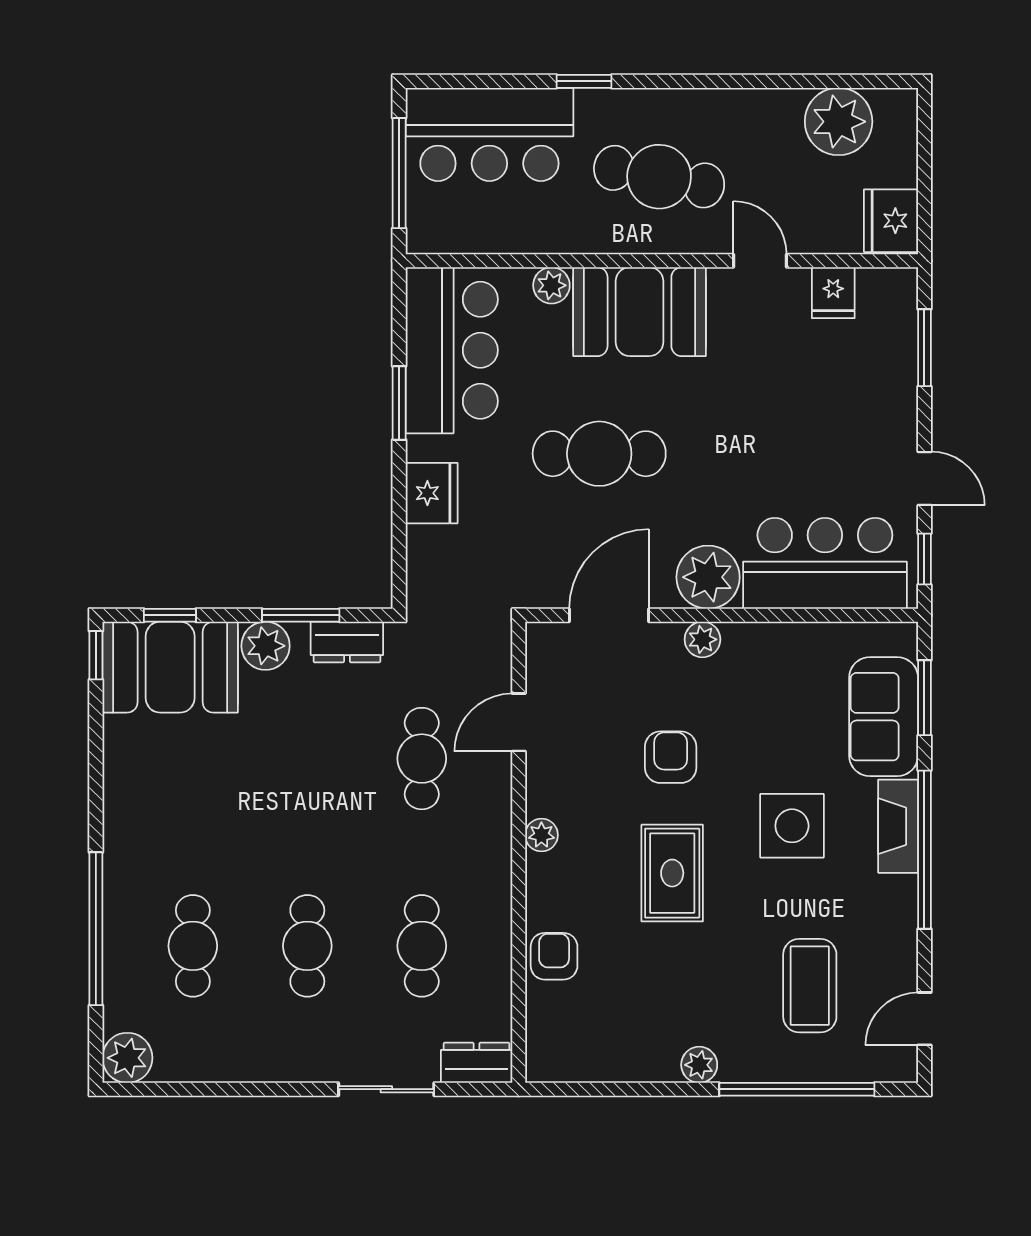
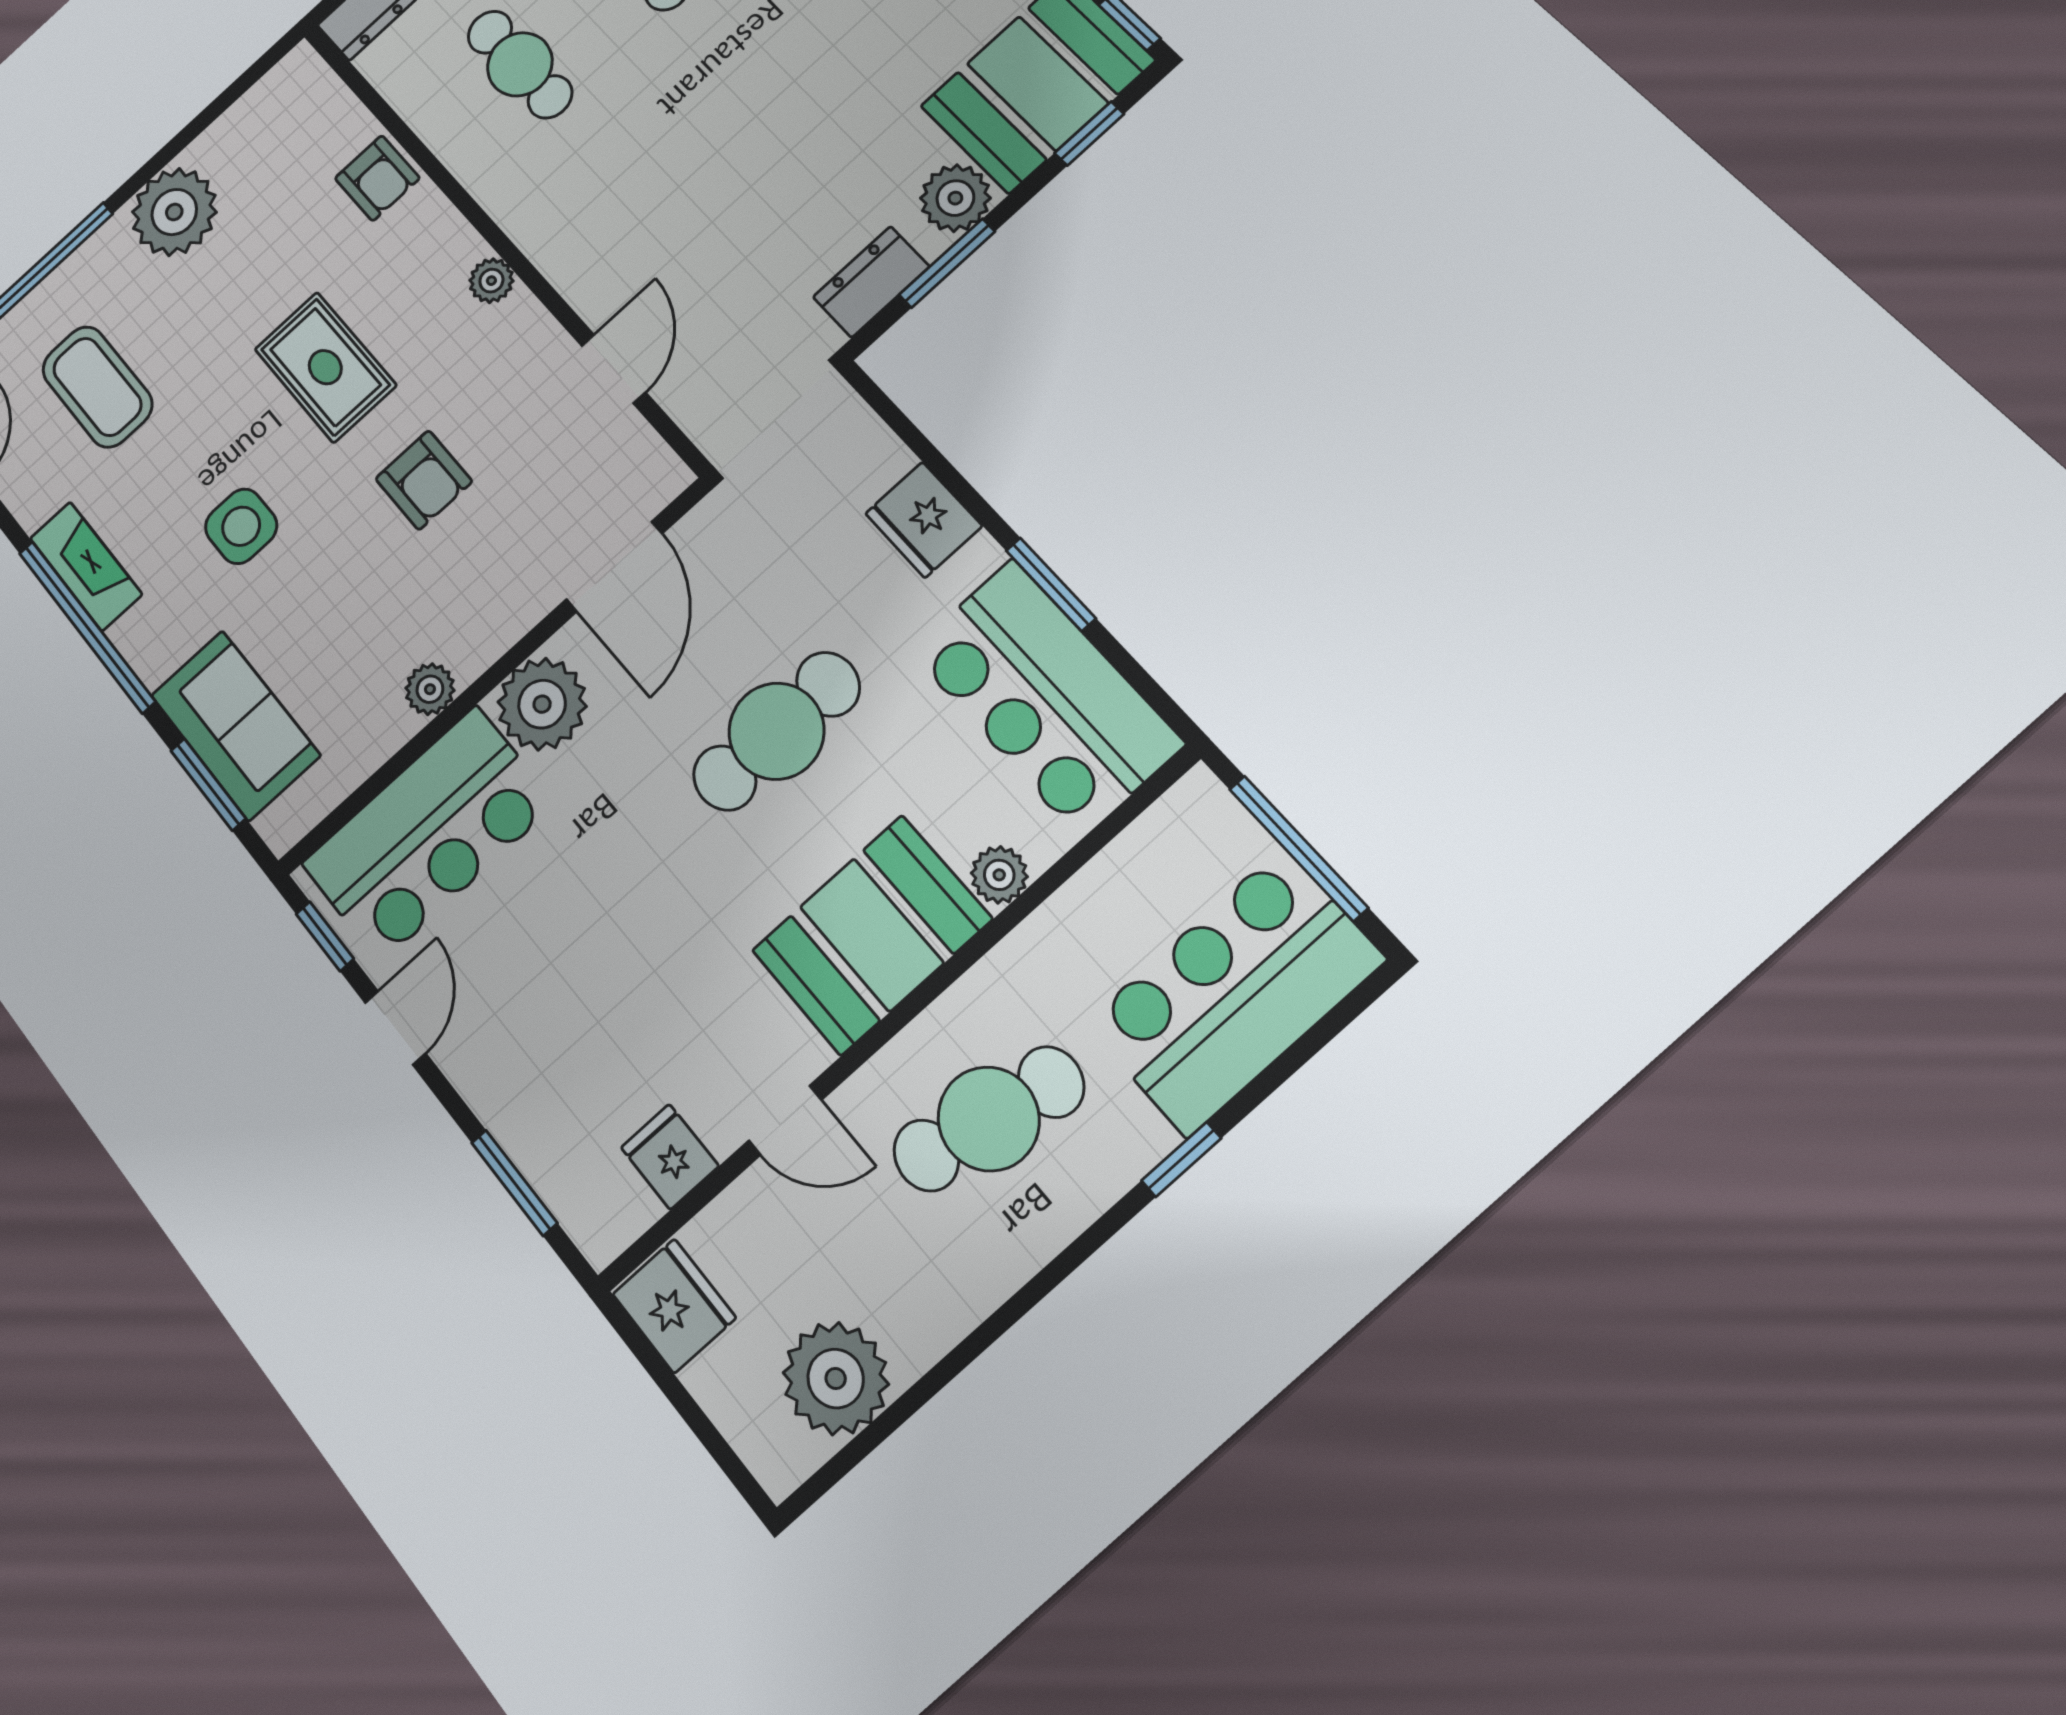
door: (924, 478) -> (395, 1028), swing flipped
plant: (702, 639) -> (430, 689), moved
cafe table: (422, 759) -> (683, 240), removed
side table: (792, 826) -> (241, 526), width x0.73, depth x0.73
fireplace: (898, 826) -> (86, 566), moved
plant: (699, 1065) -> (174, 212), width x1.88, depth x1.88

